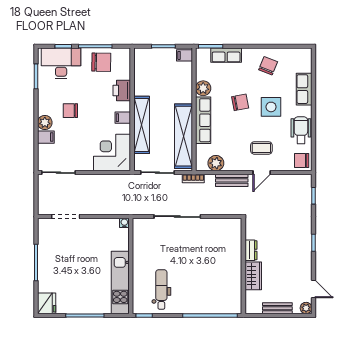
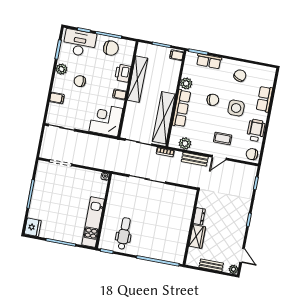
plant: (45, 123) -> (61, 69), moved
shelving: (142, 125) -> (137, 79), moved

